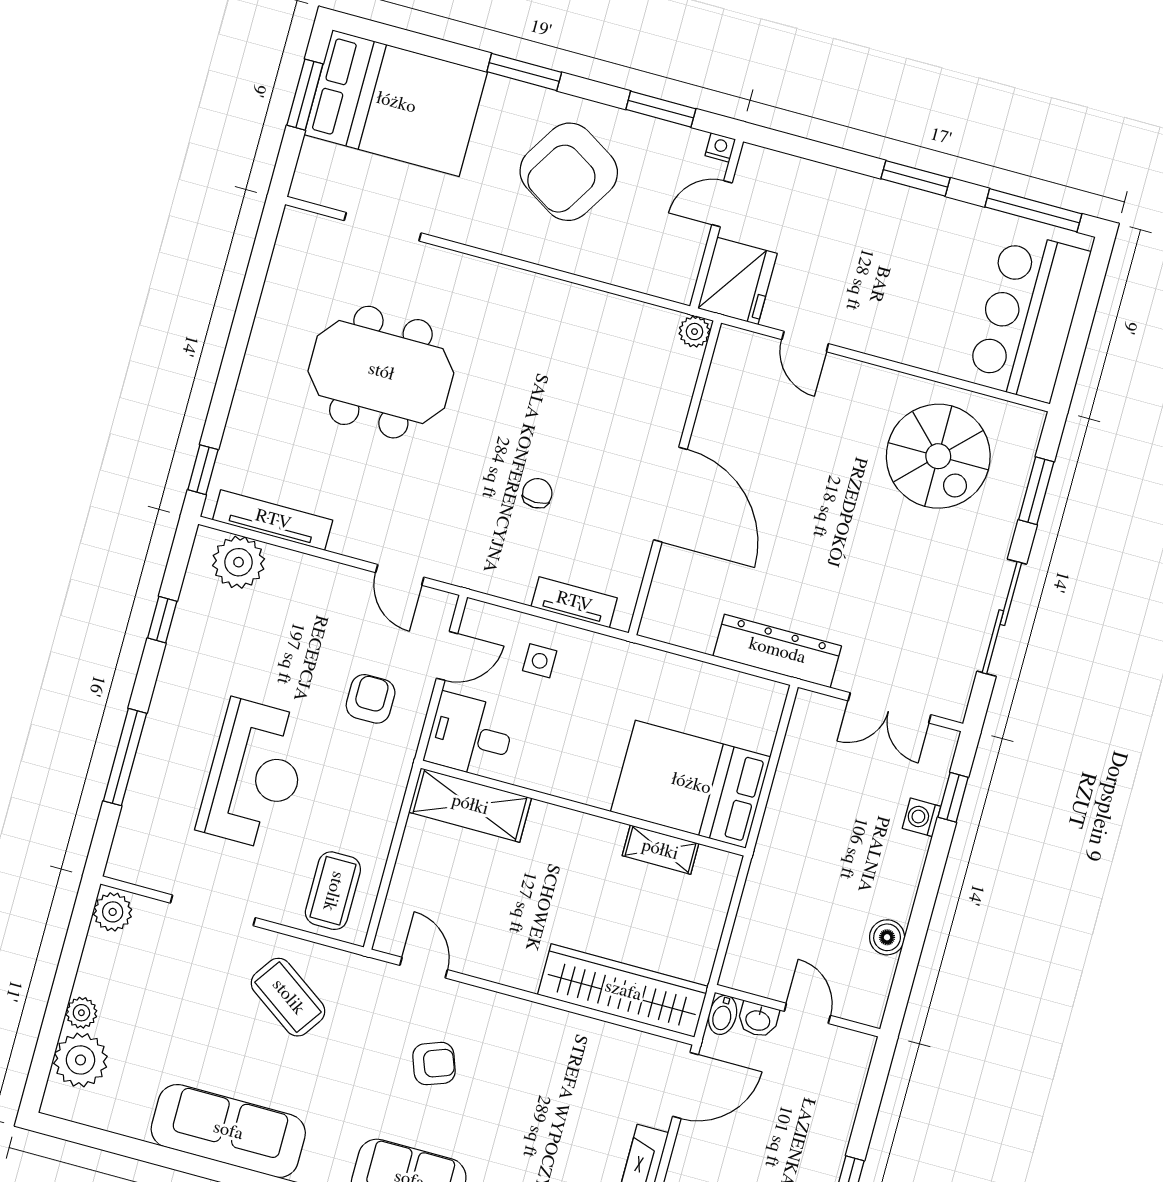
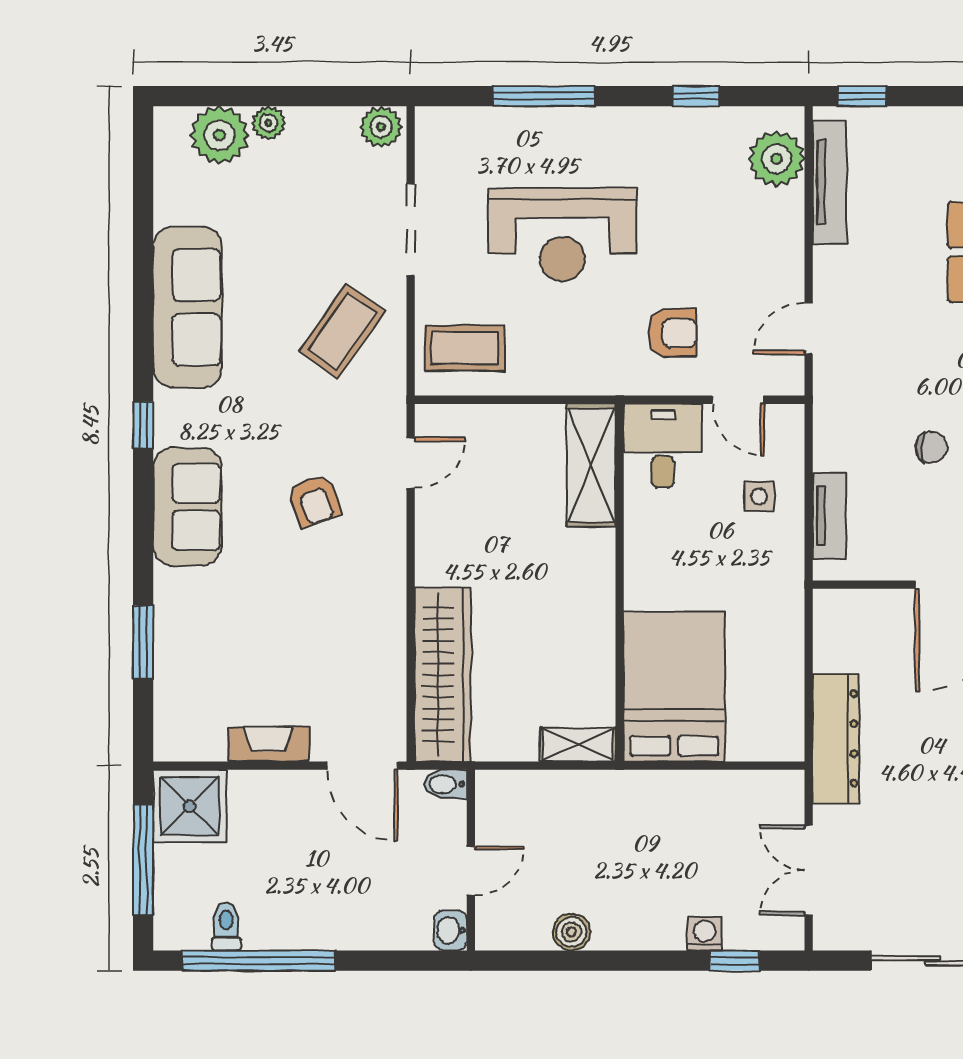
shelving: (660, 850) -> (578, 745), moved, turned 90
washbasin: (758, 1020) -> (451, 930), moved

